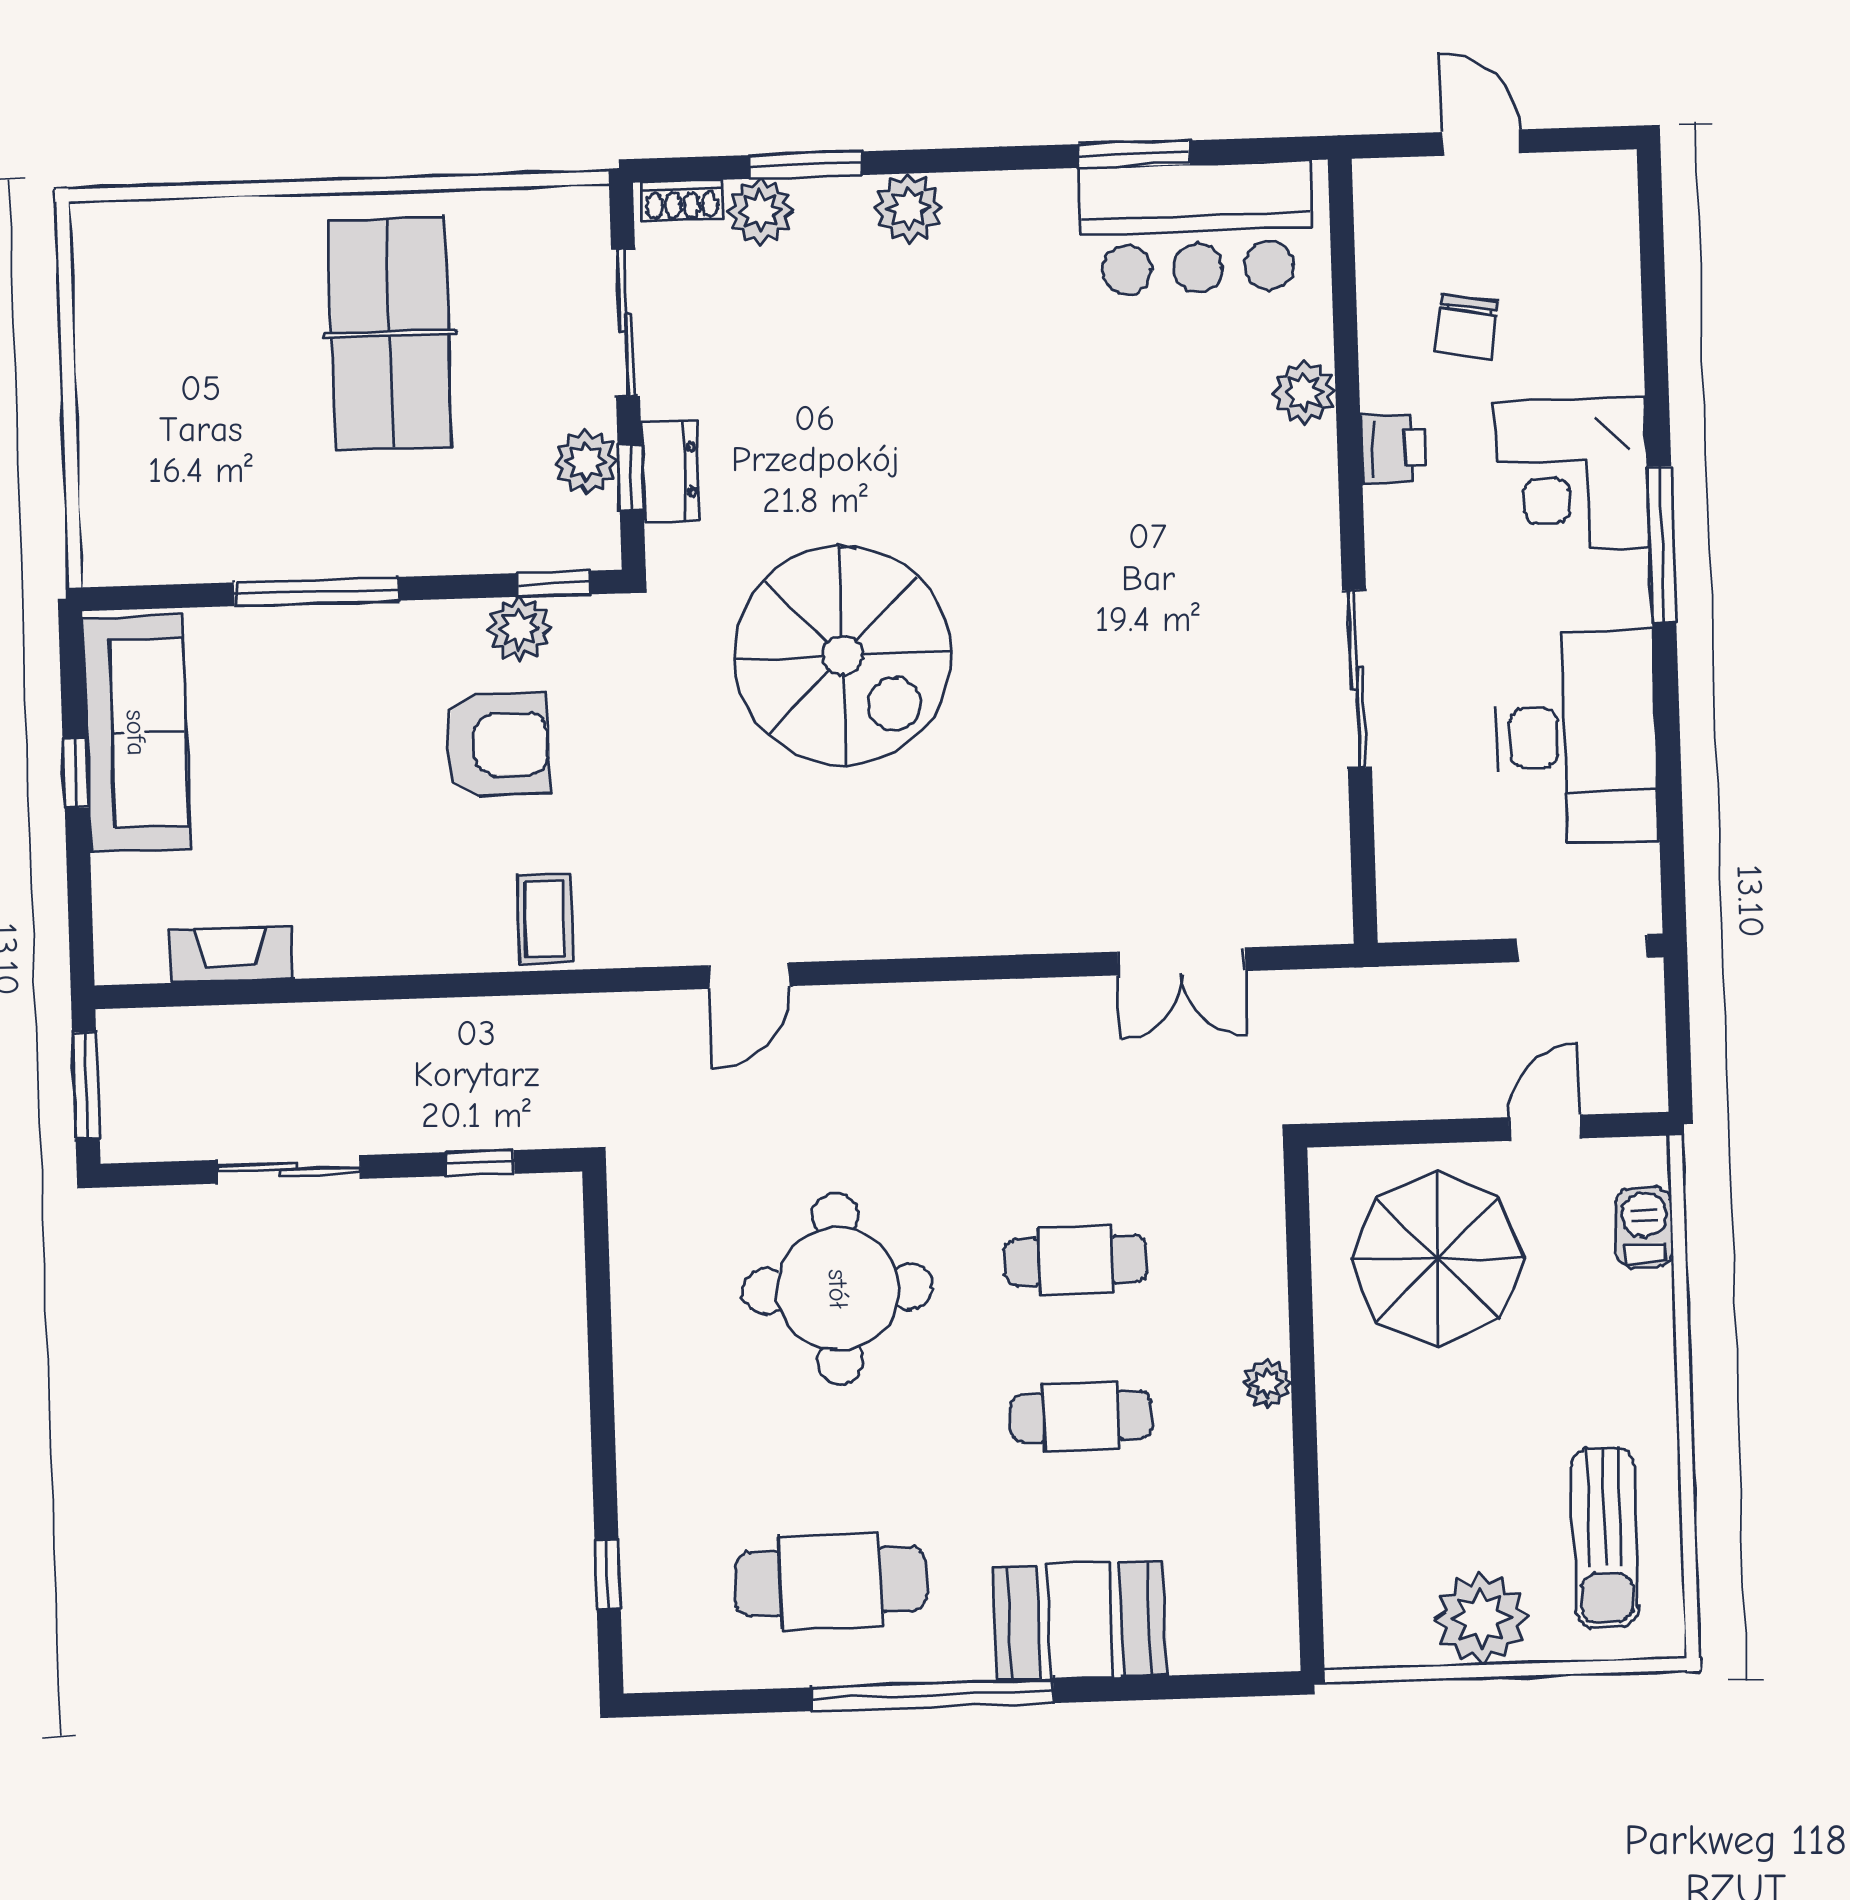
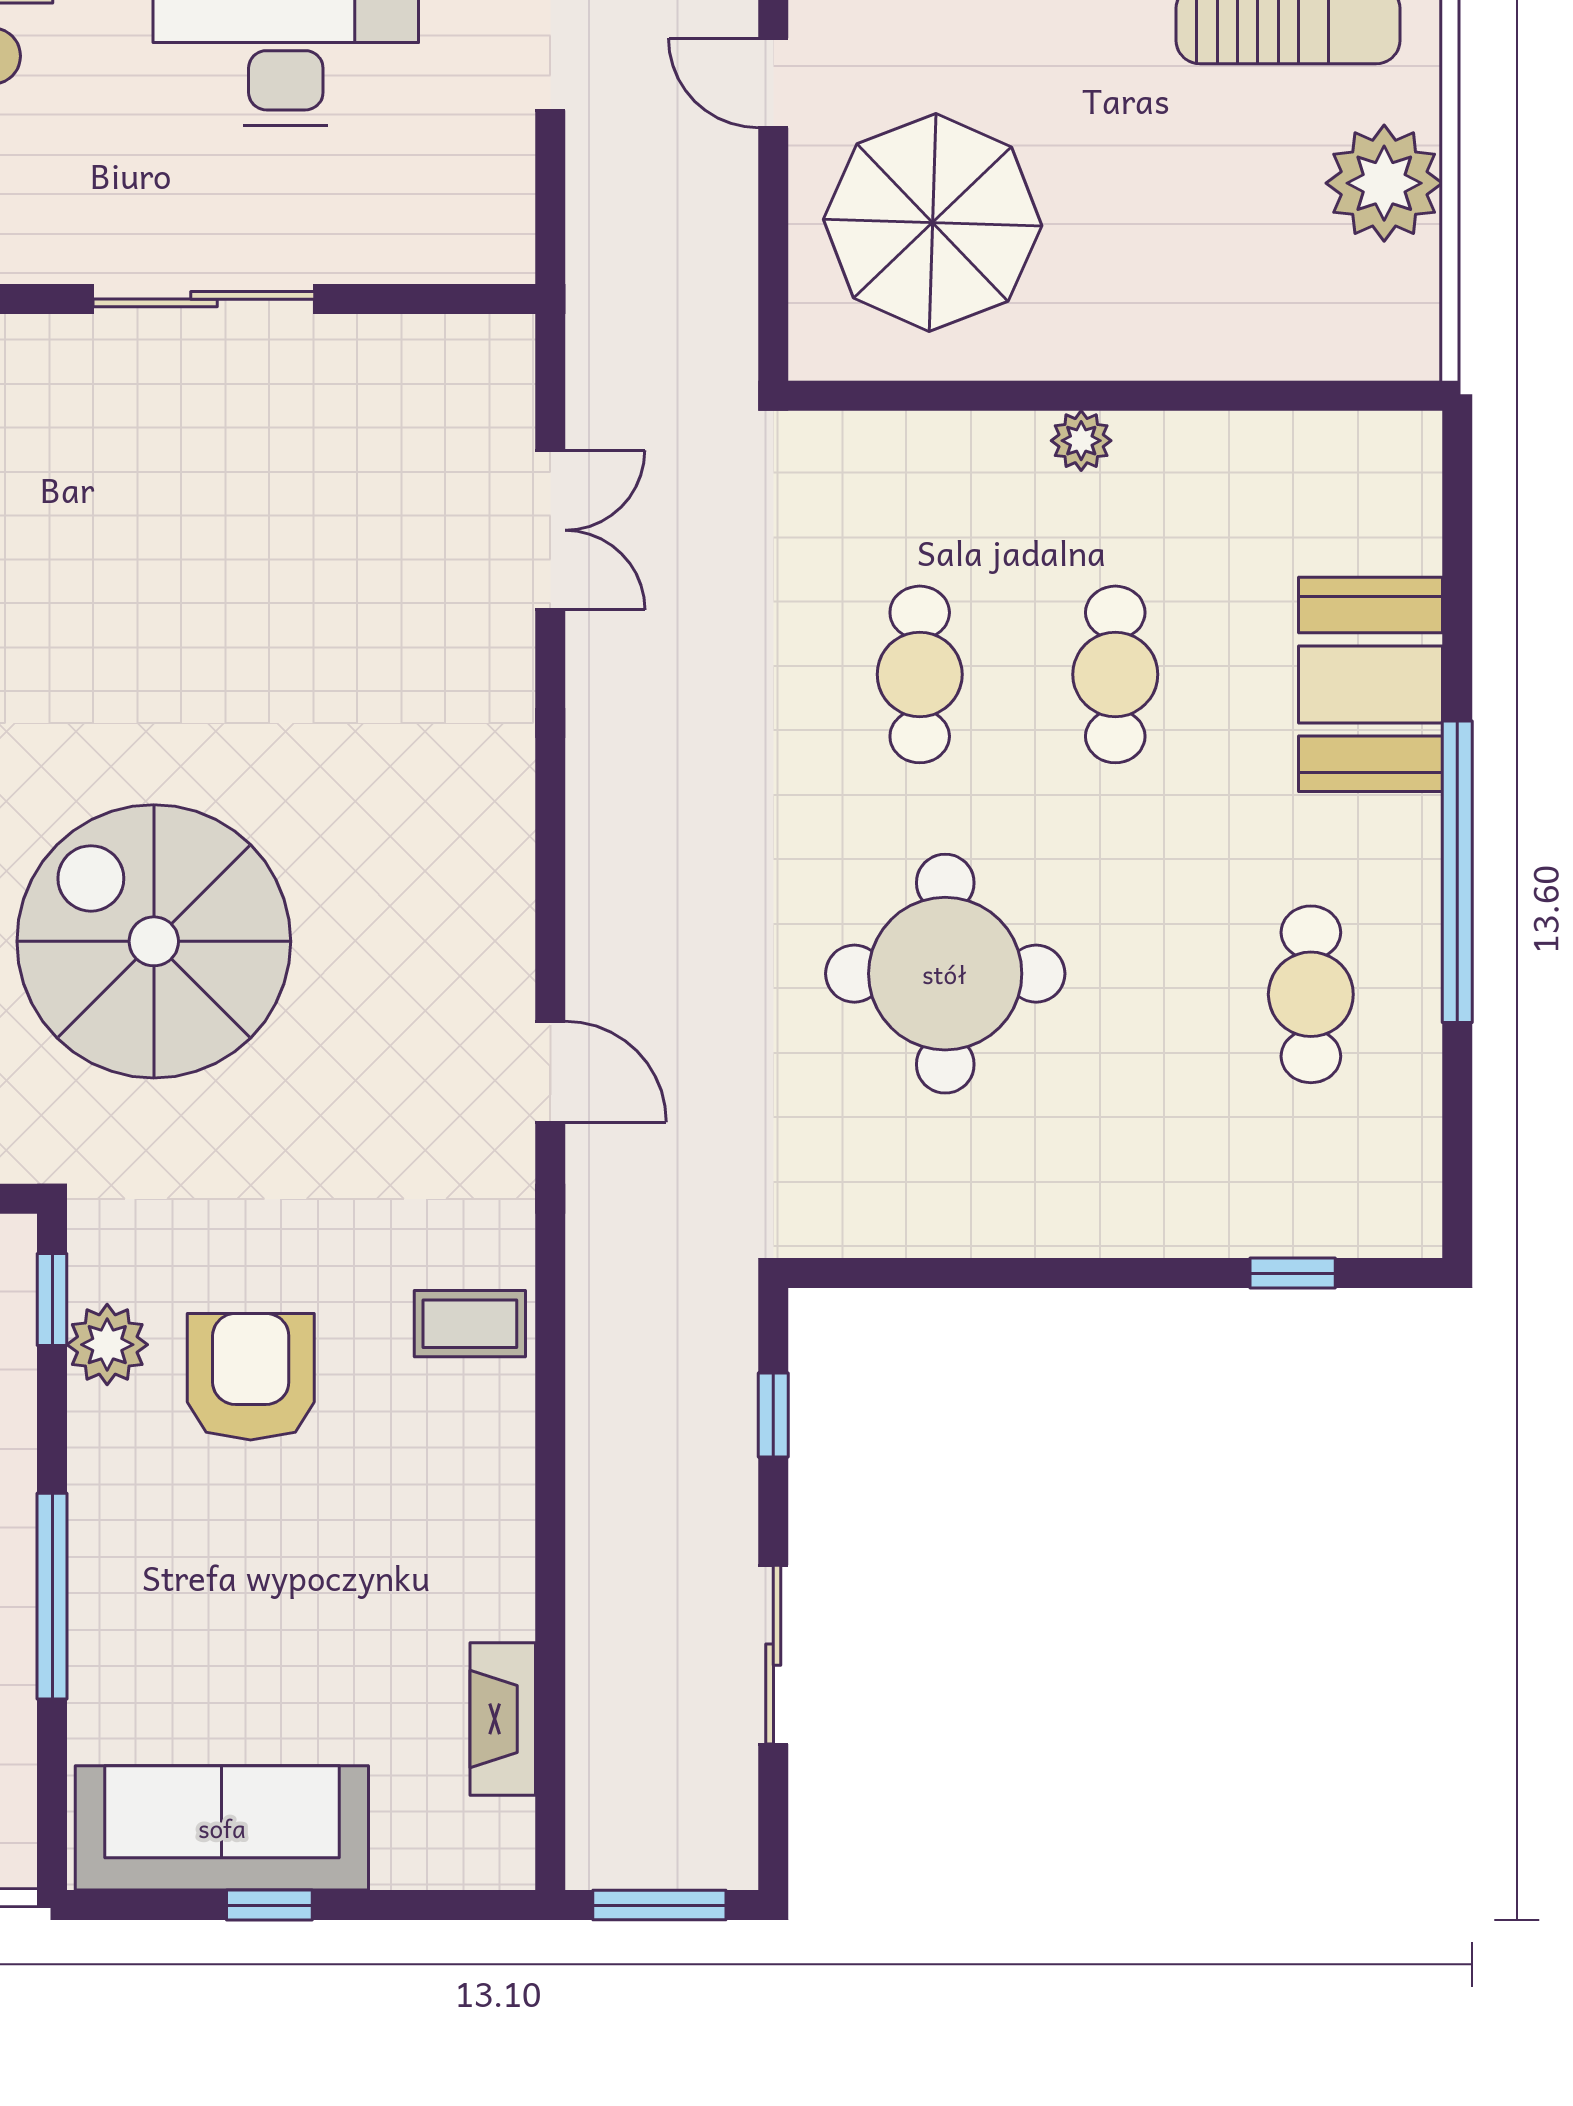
spiral stairs: (842, 656) -> (154, 941), turned -90
cafe table: (831, 1581) -> (1311, 994), width x0.73, depth x0.74

